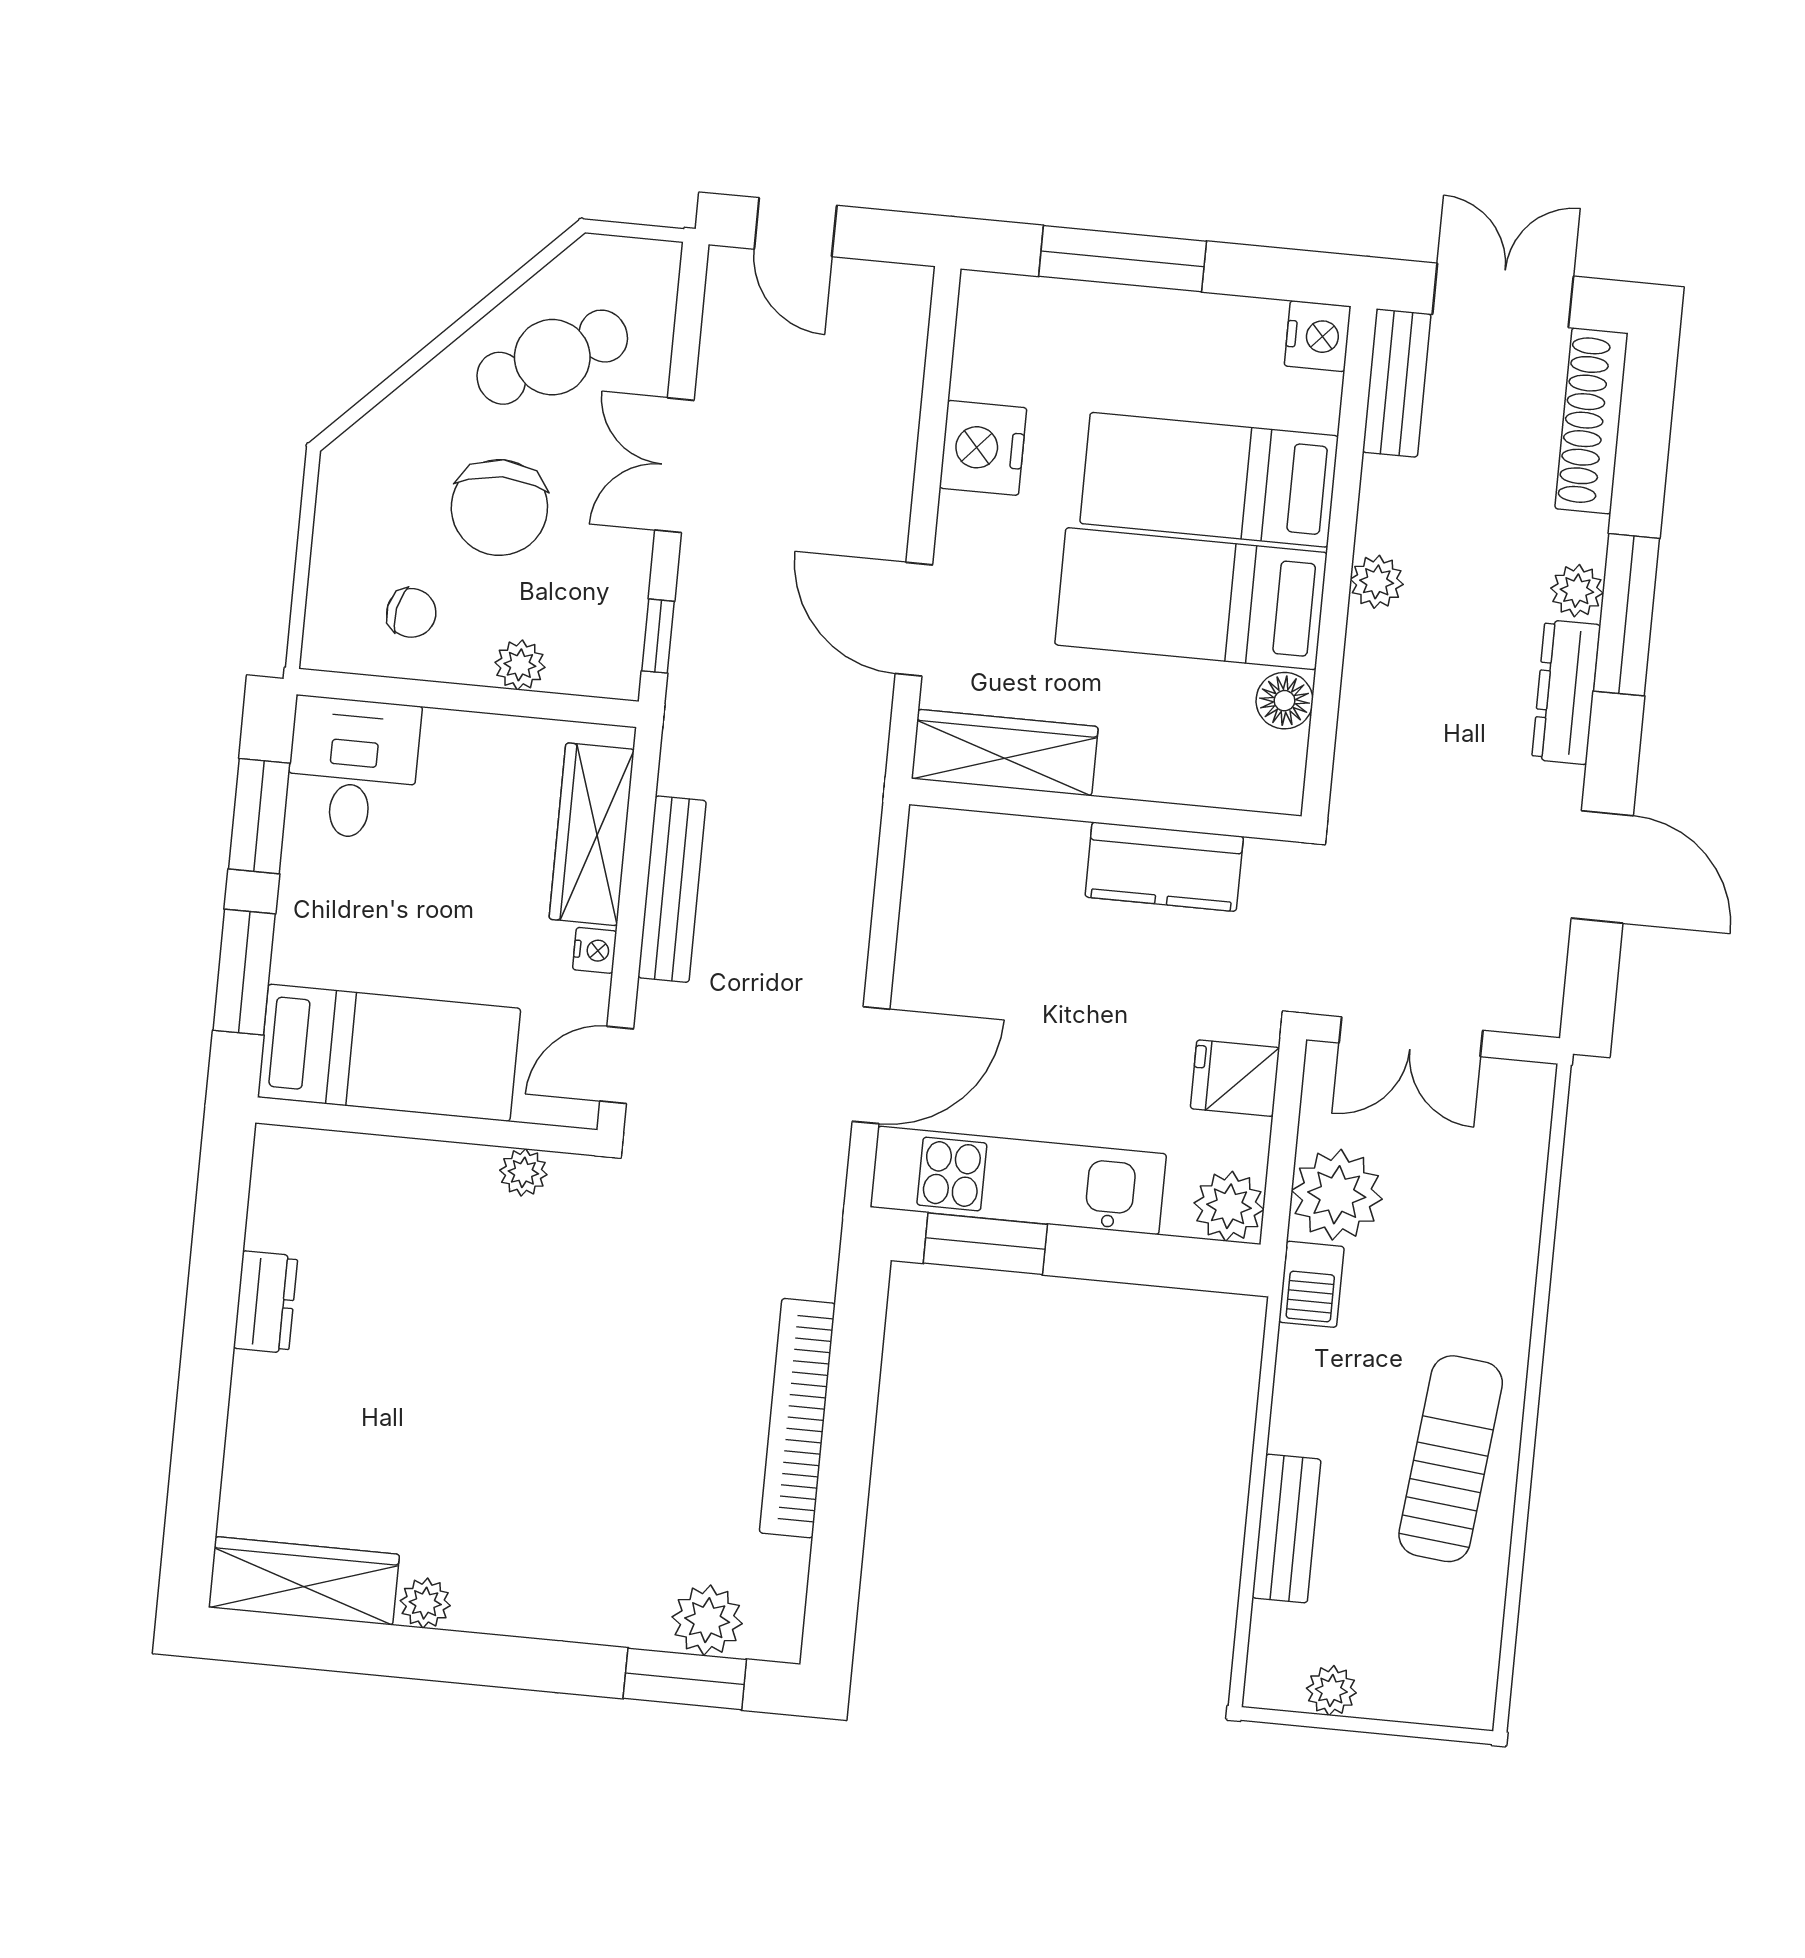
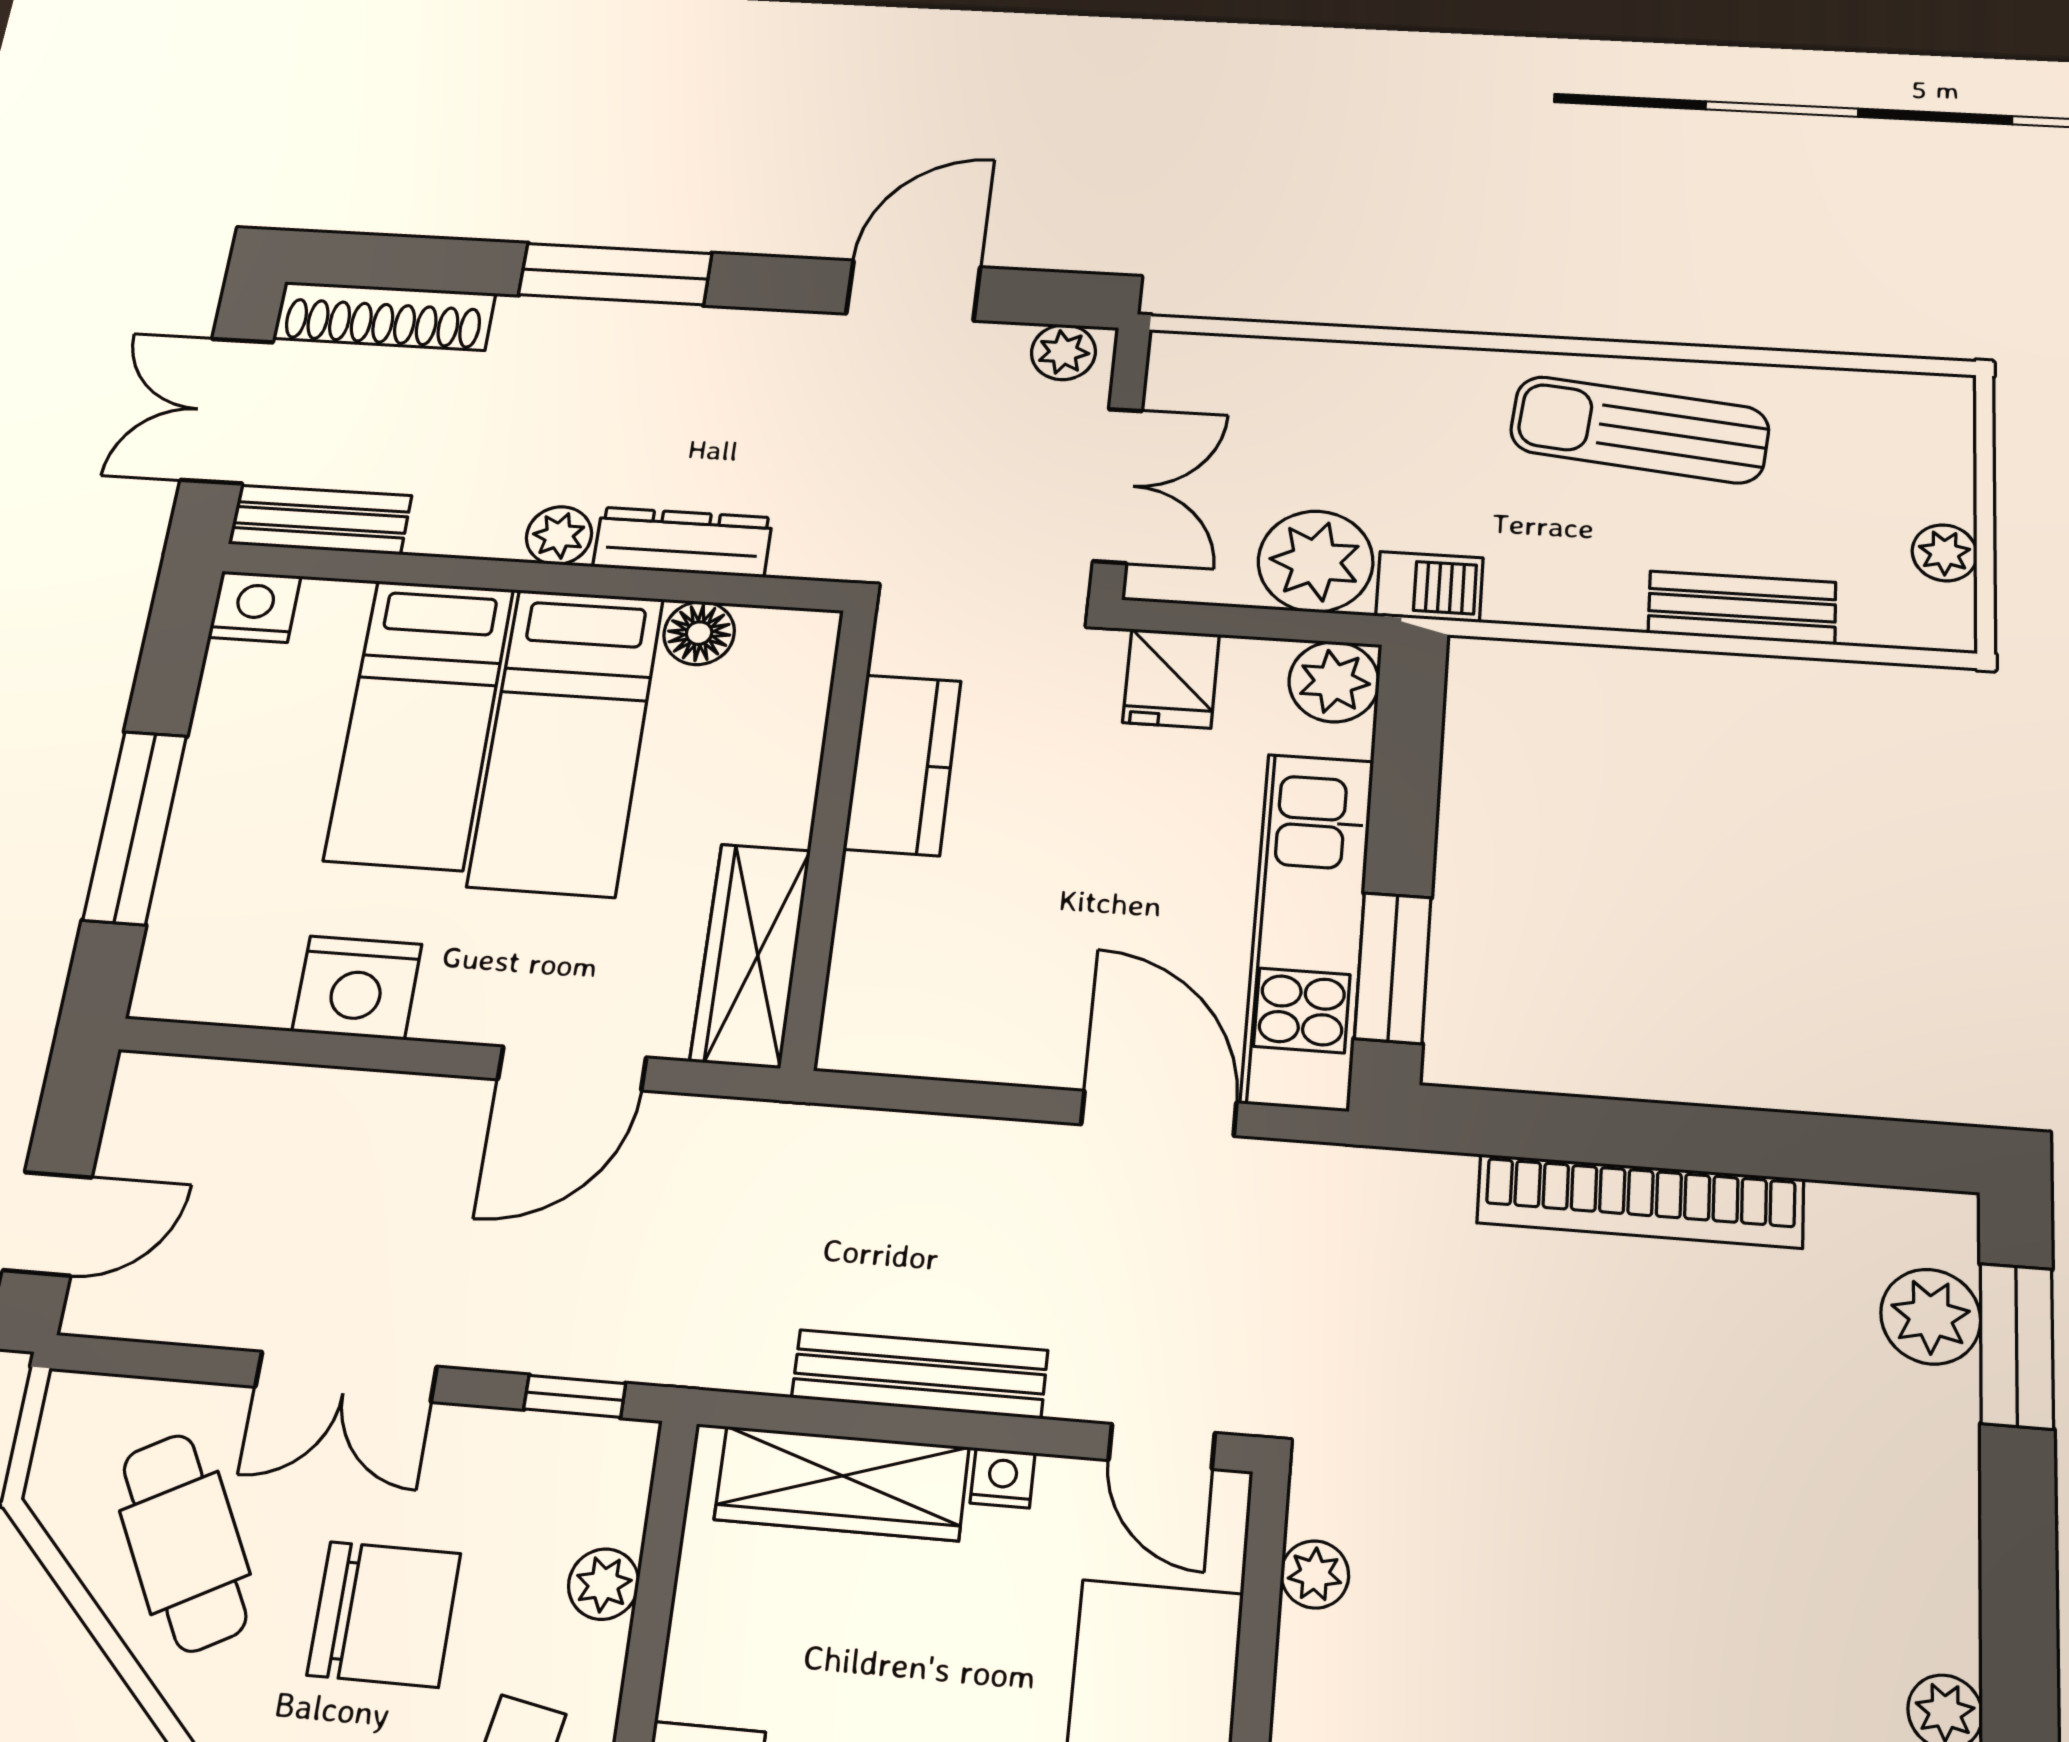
plant: (1577, 591) -> (1063, 352), moved
dresser: (1566, 692) -> (683, 542), moved, turned 180

